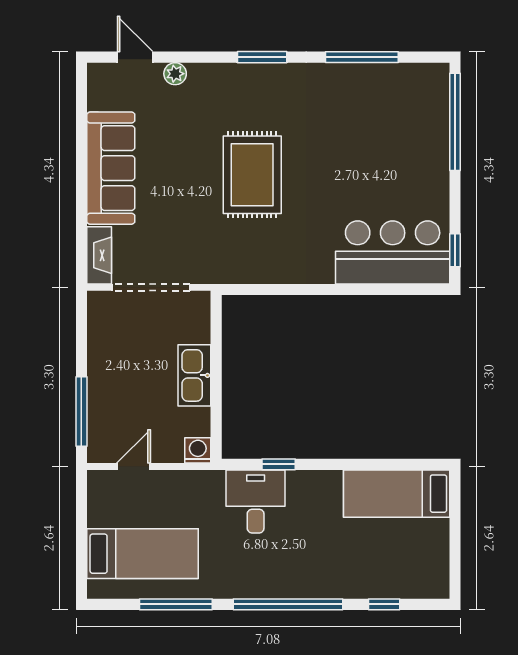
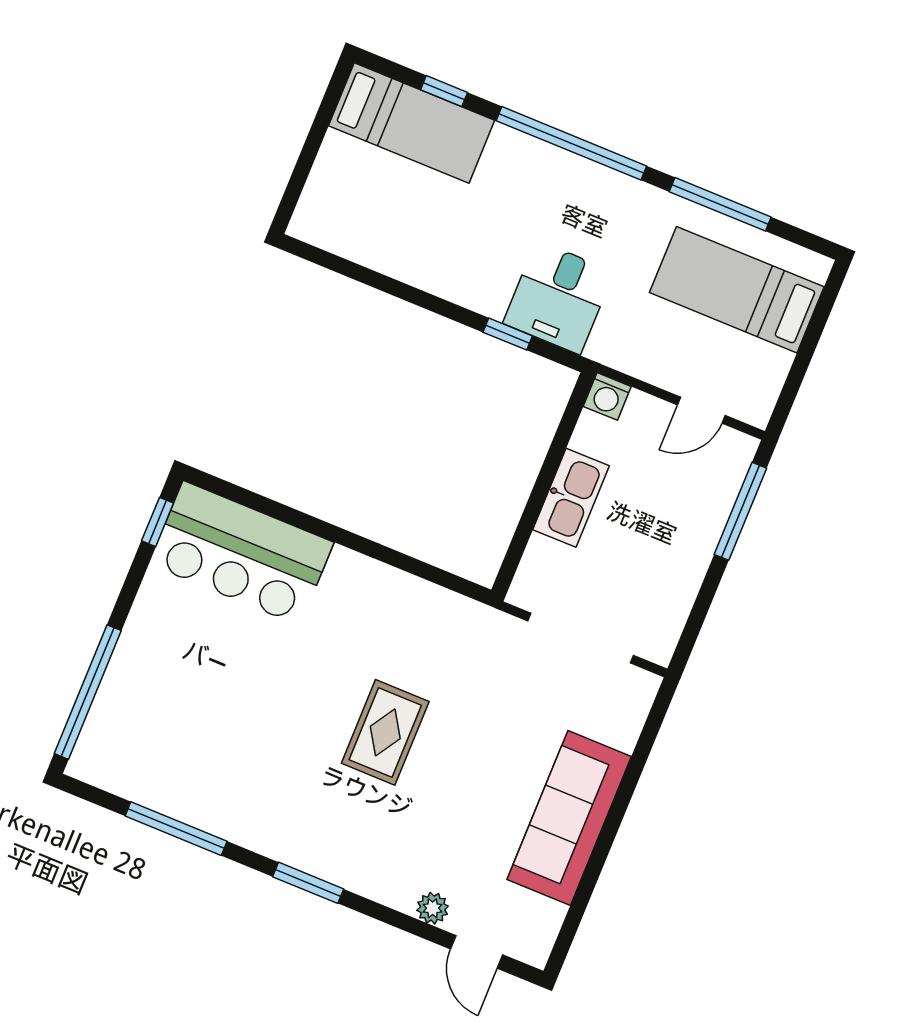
rug: (252, 175) -> (385, 732), width x0.73, depth x0.70
fireplace: (99, 255) -> (632, 709), removed
bed: (397, 494) -> (412, 123), moved

